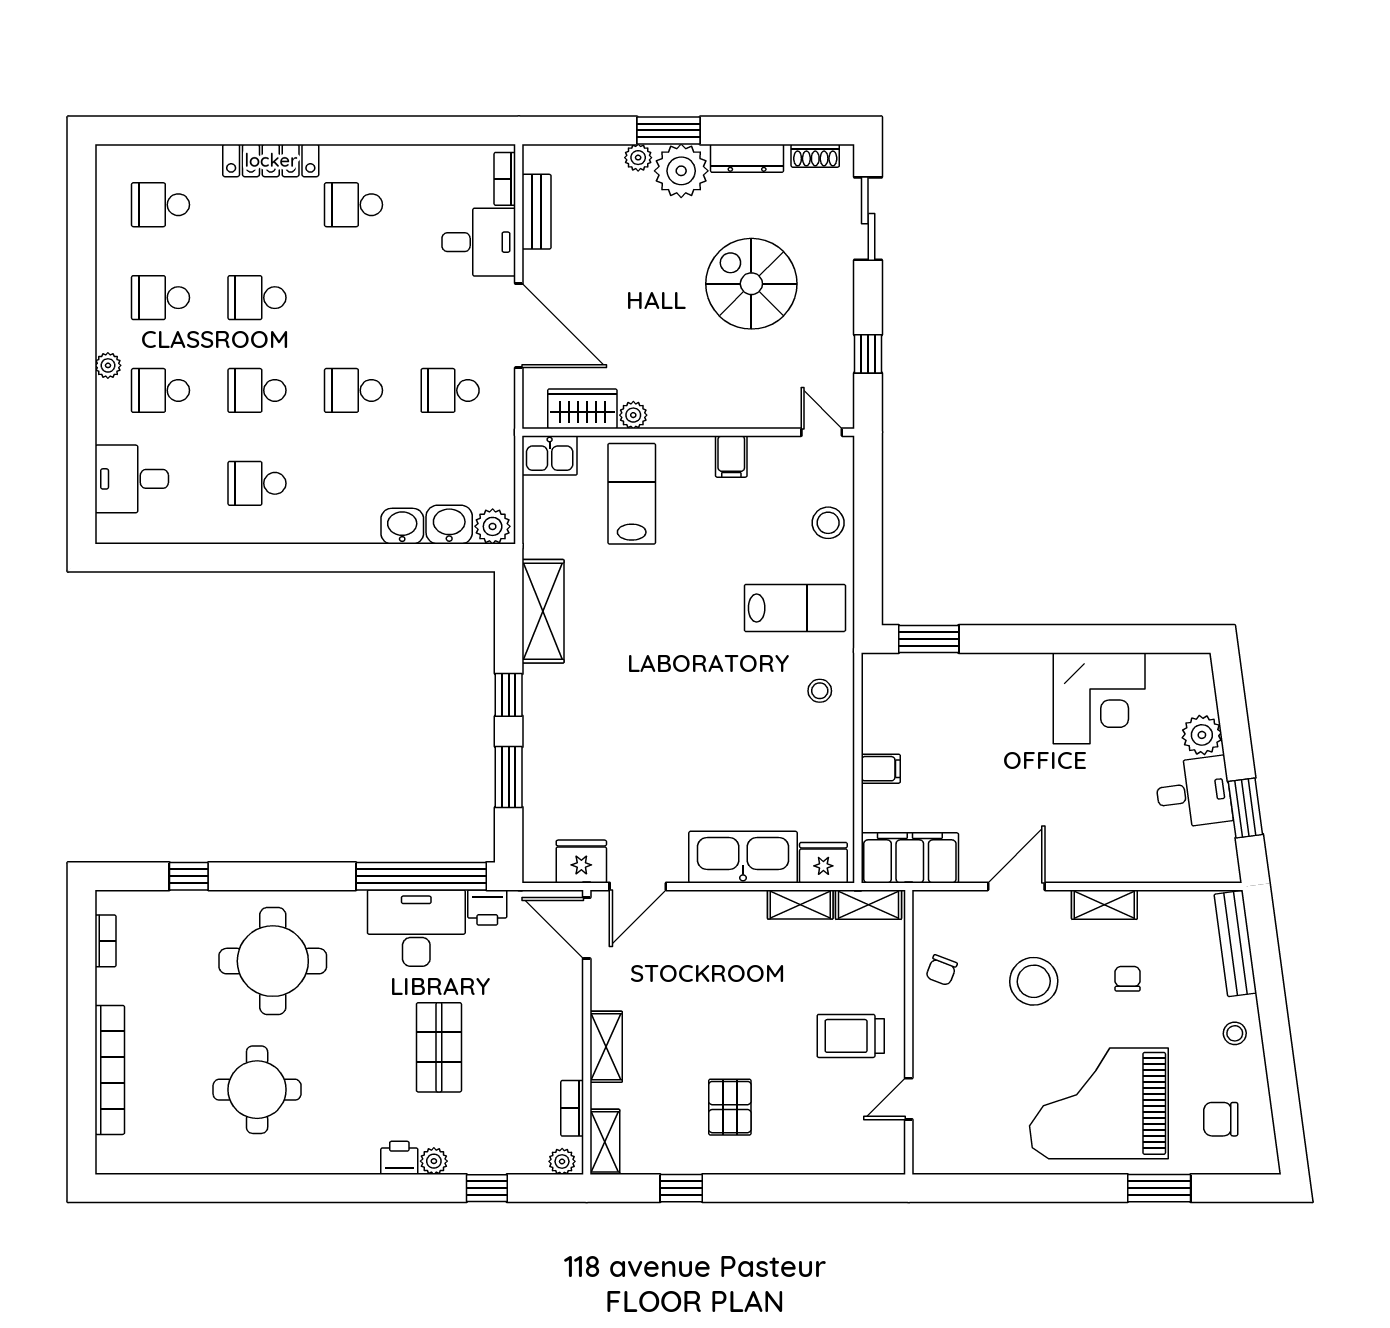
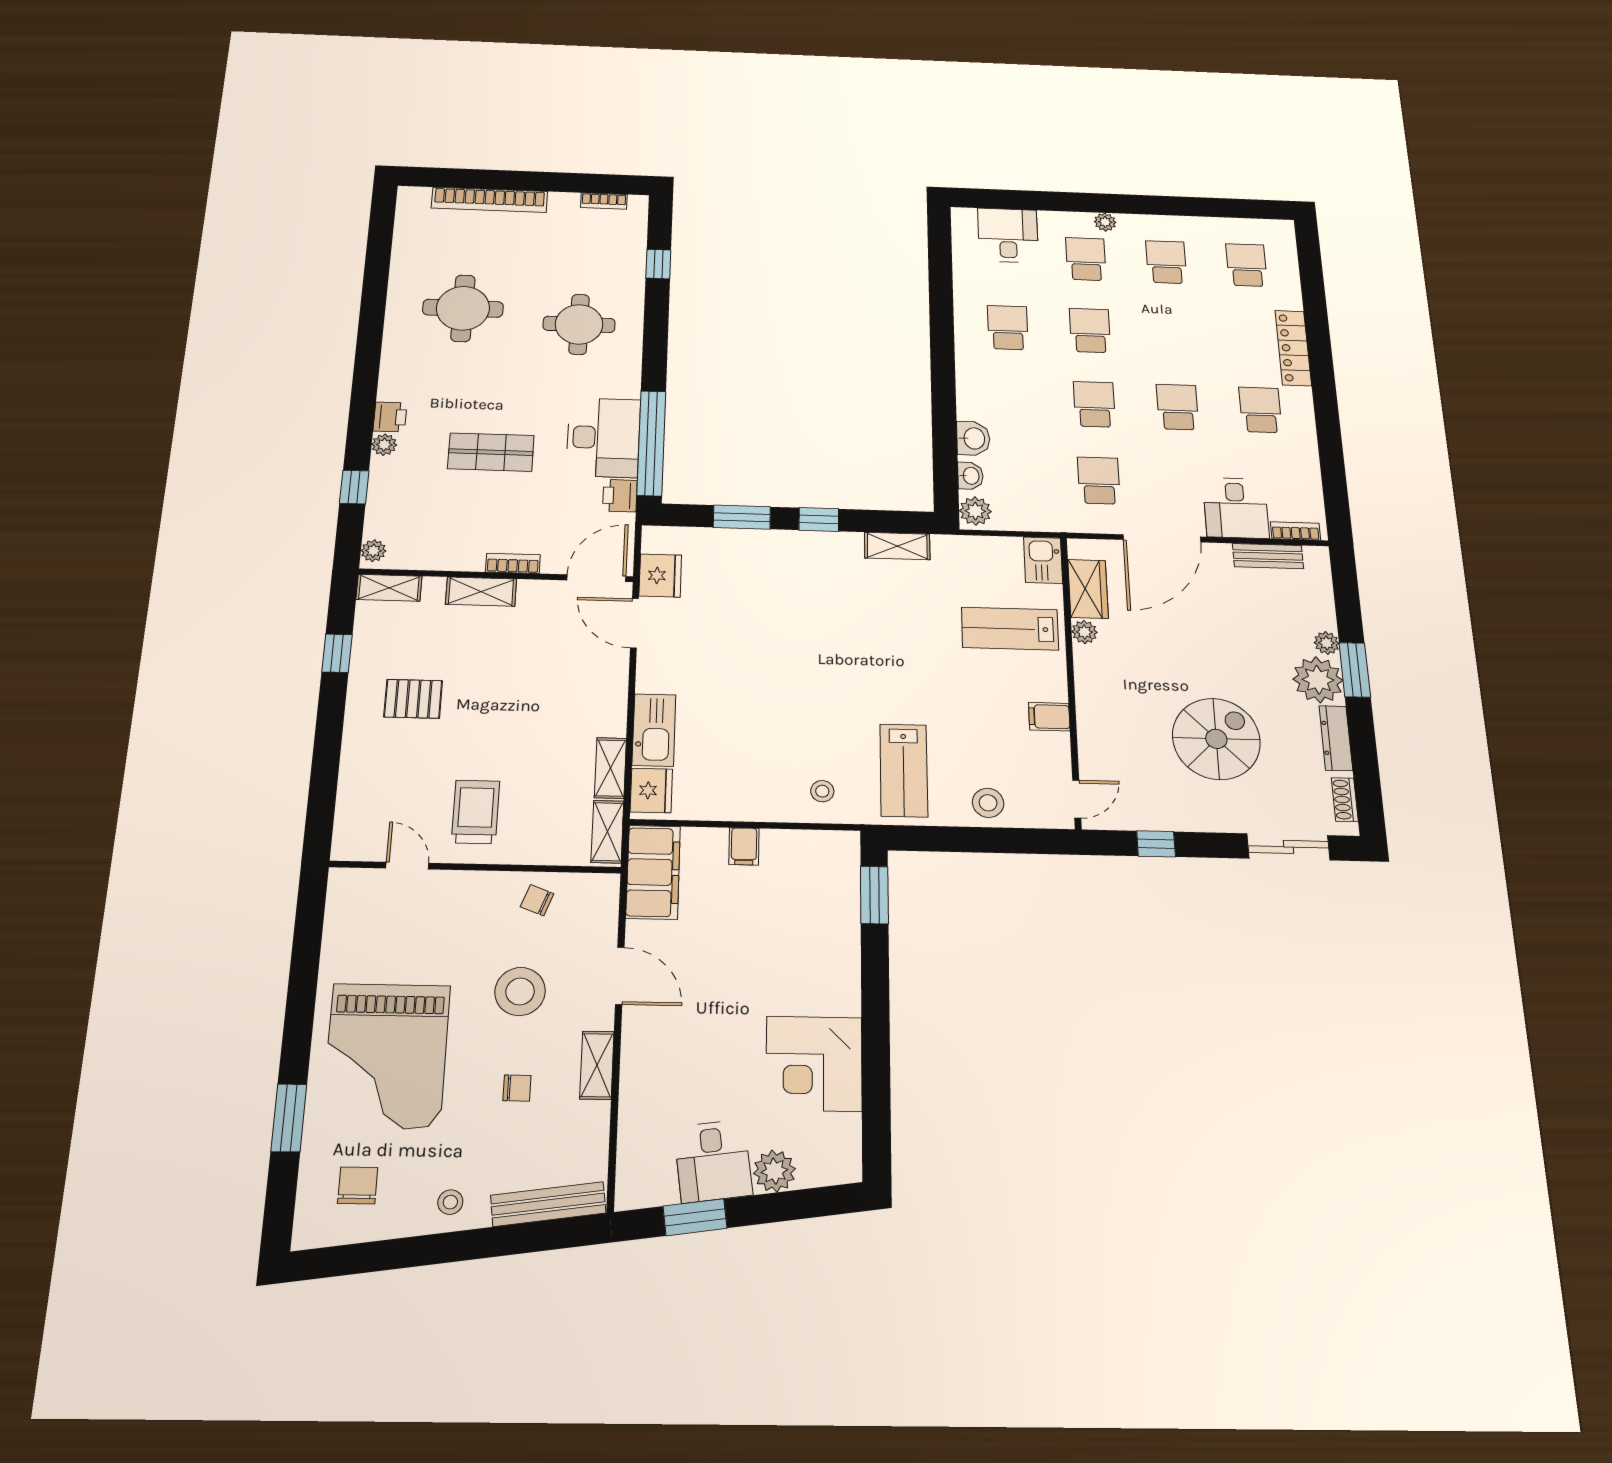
school desk: (257, 298) -> (1178, 407), moved
lab bench: (632, 494) -> (1010, 629), turned 180
washbasin: (449, 525) -> (970, 476), width x0.72, depth x0.69
shelving: (543, 611) -> (897, 546), width x0.67, depth x0.75
kitchen sink: (743, 857) -> (654, 730), width x0.73, depth x0.81
round table: (273, 961) -> (579, 324), width x0.73, depth x0.73
grand piano: (1099, 1103) -> (386, 1056), turned 180
bookcase: (572, 1108) -> (513, 563), moved

